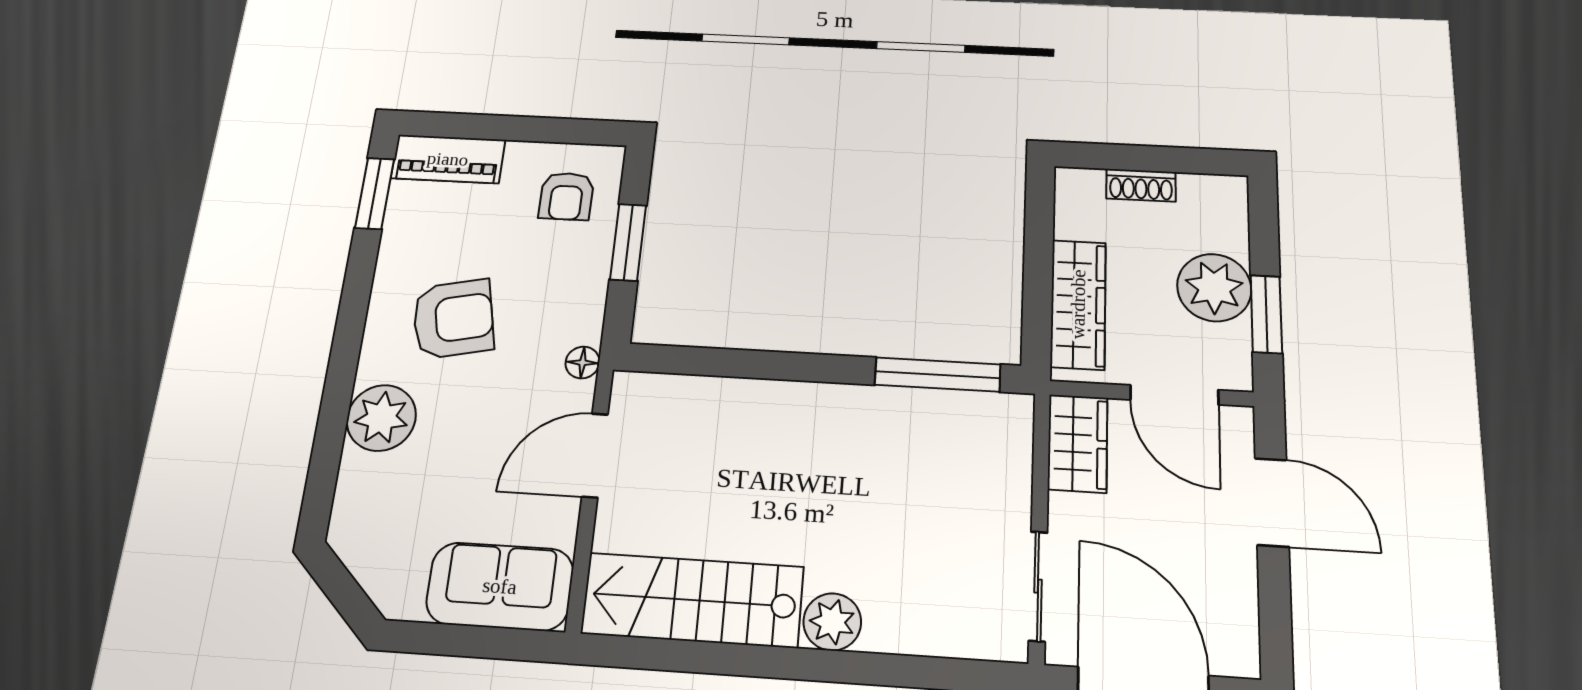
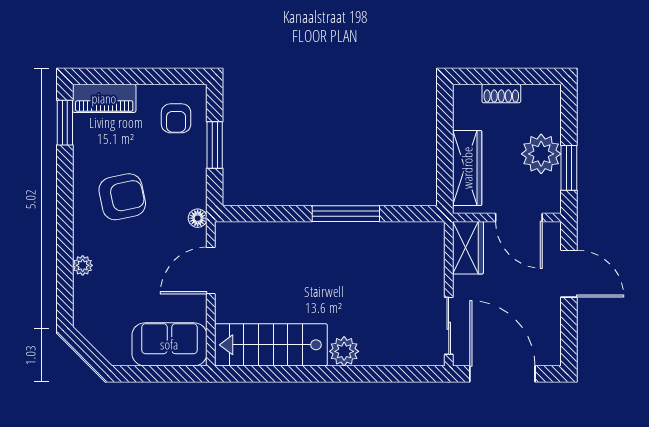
window: (938, 375) -> (346, 214), moved
plant: (381, 418) -> (83, 265), width x0.53, depth x0.53

